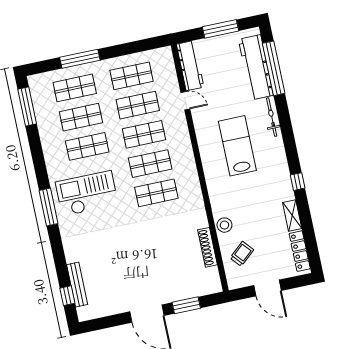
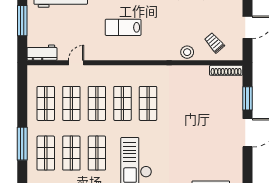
workbench: (190, 66) -> (42, 53), width x0.73
lab bench: (237, 146) -> (123, 27), width x0.73, depth x0.72
shoe rack: (208, 247) -> (226, 70), moved

